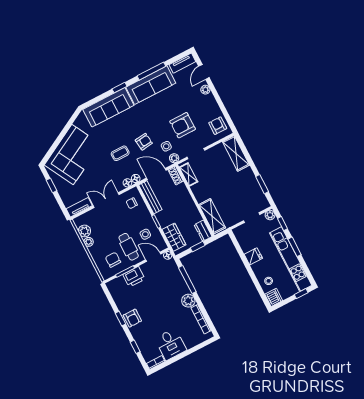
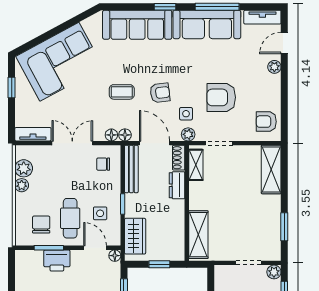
armchair: (218, 126) -> (266, 122), turned -90
dresser: (203, 231) -> (177, 185), moved

